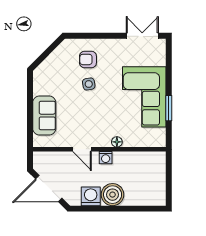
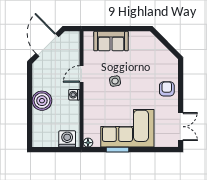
armchair: (88, 59) -> (167, 89), moved
side table: (89, 84) -> (115, 81), moved
floor lamp: (117, 142) -> (88, 143), moved
washing machine: (91, 196) -> (67, 139), moved, turned -90

